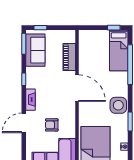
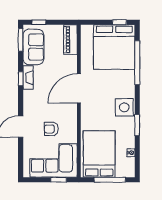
bed: (119, 50) -> (114, 47), width x2.04
piano: (69, 57) -> (70, 40), moved
door: (77, 88) -> (79, 88), swing flipped
fireplace: (31, 100) -> (28, 78), moved

